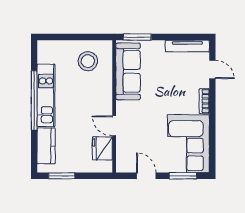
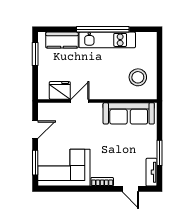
window: (137, 37) -> (160, 153), moved
tv unit: (187, 46) -> (151, 172), width x0.71
door: (212, 70) -> (130, 189), hinge flipped

